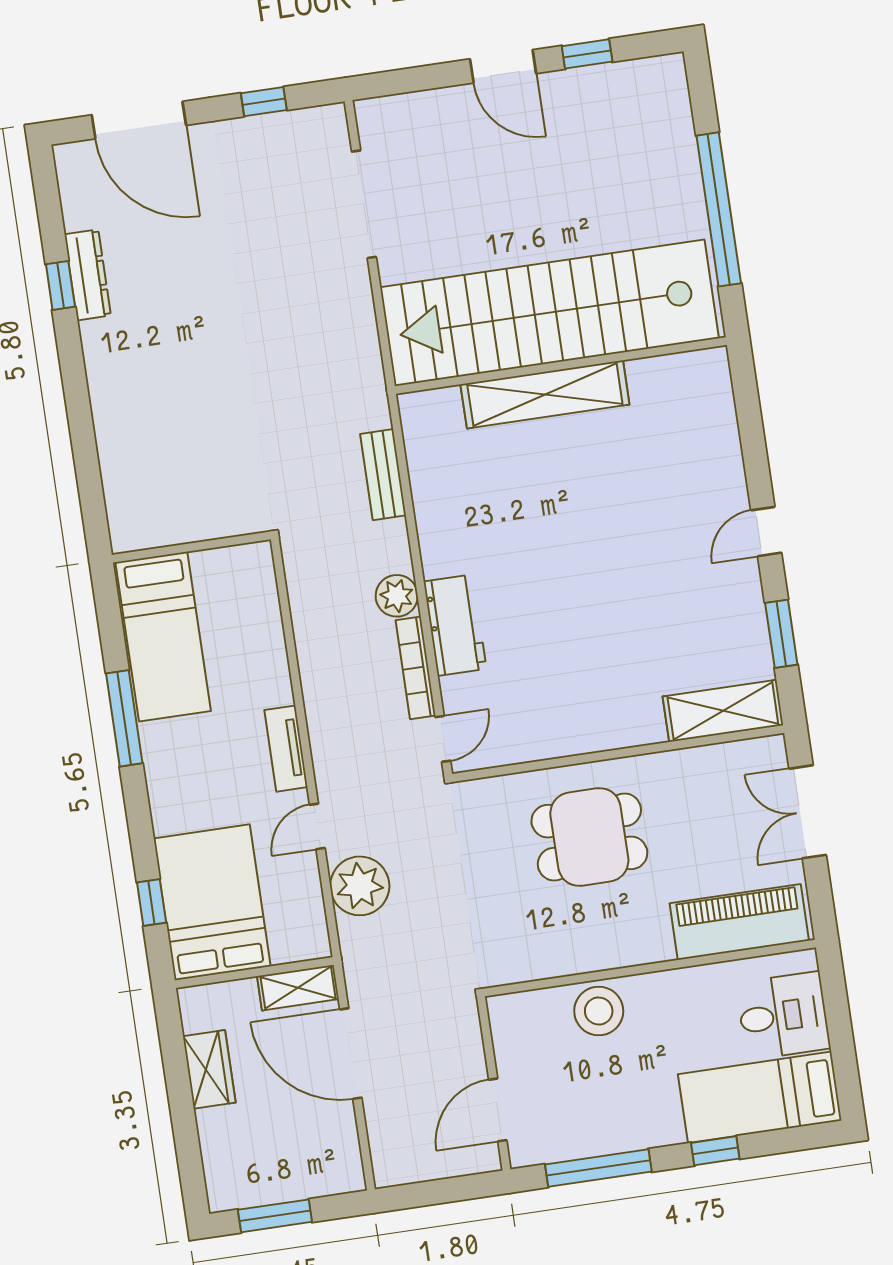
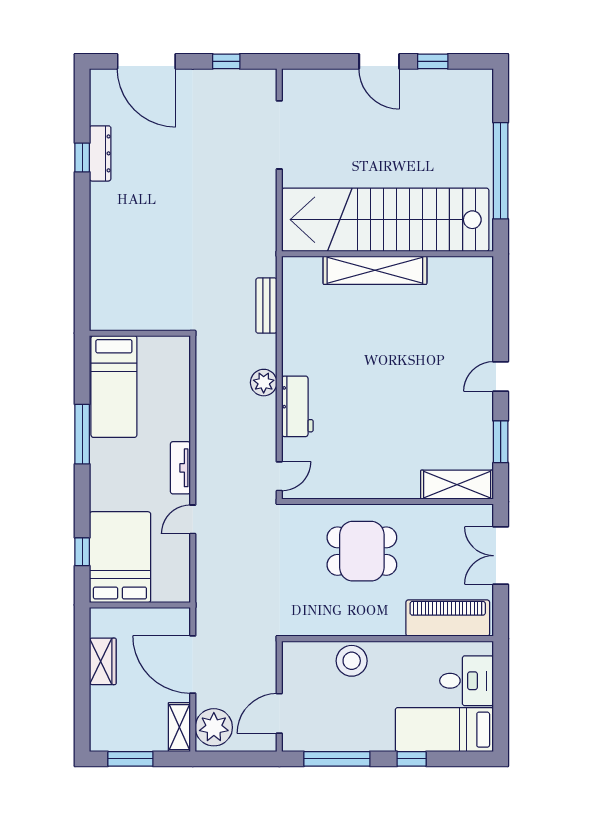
bookcase: (416, 668) -> (269, 429), removed
plant: (360, 886) -> (214, 727), moved
shelving: (298, 988) -> (179, 727), moved, turned 90

